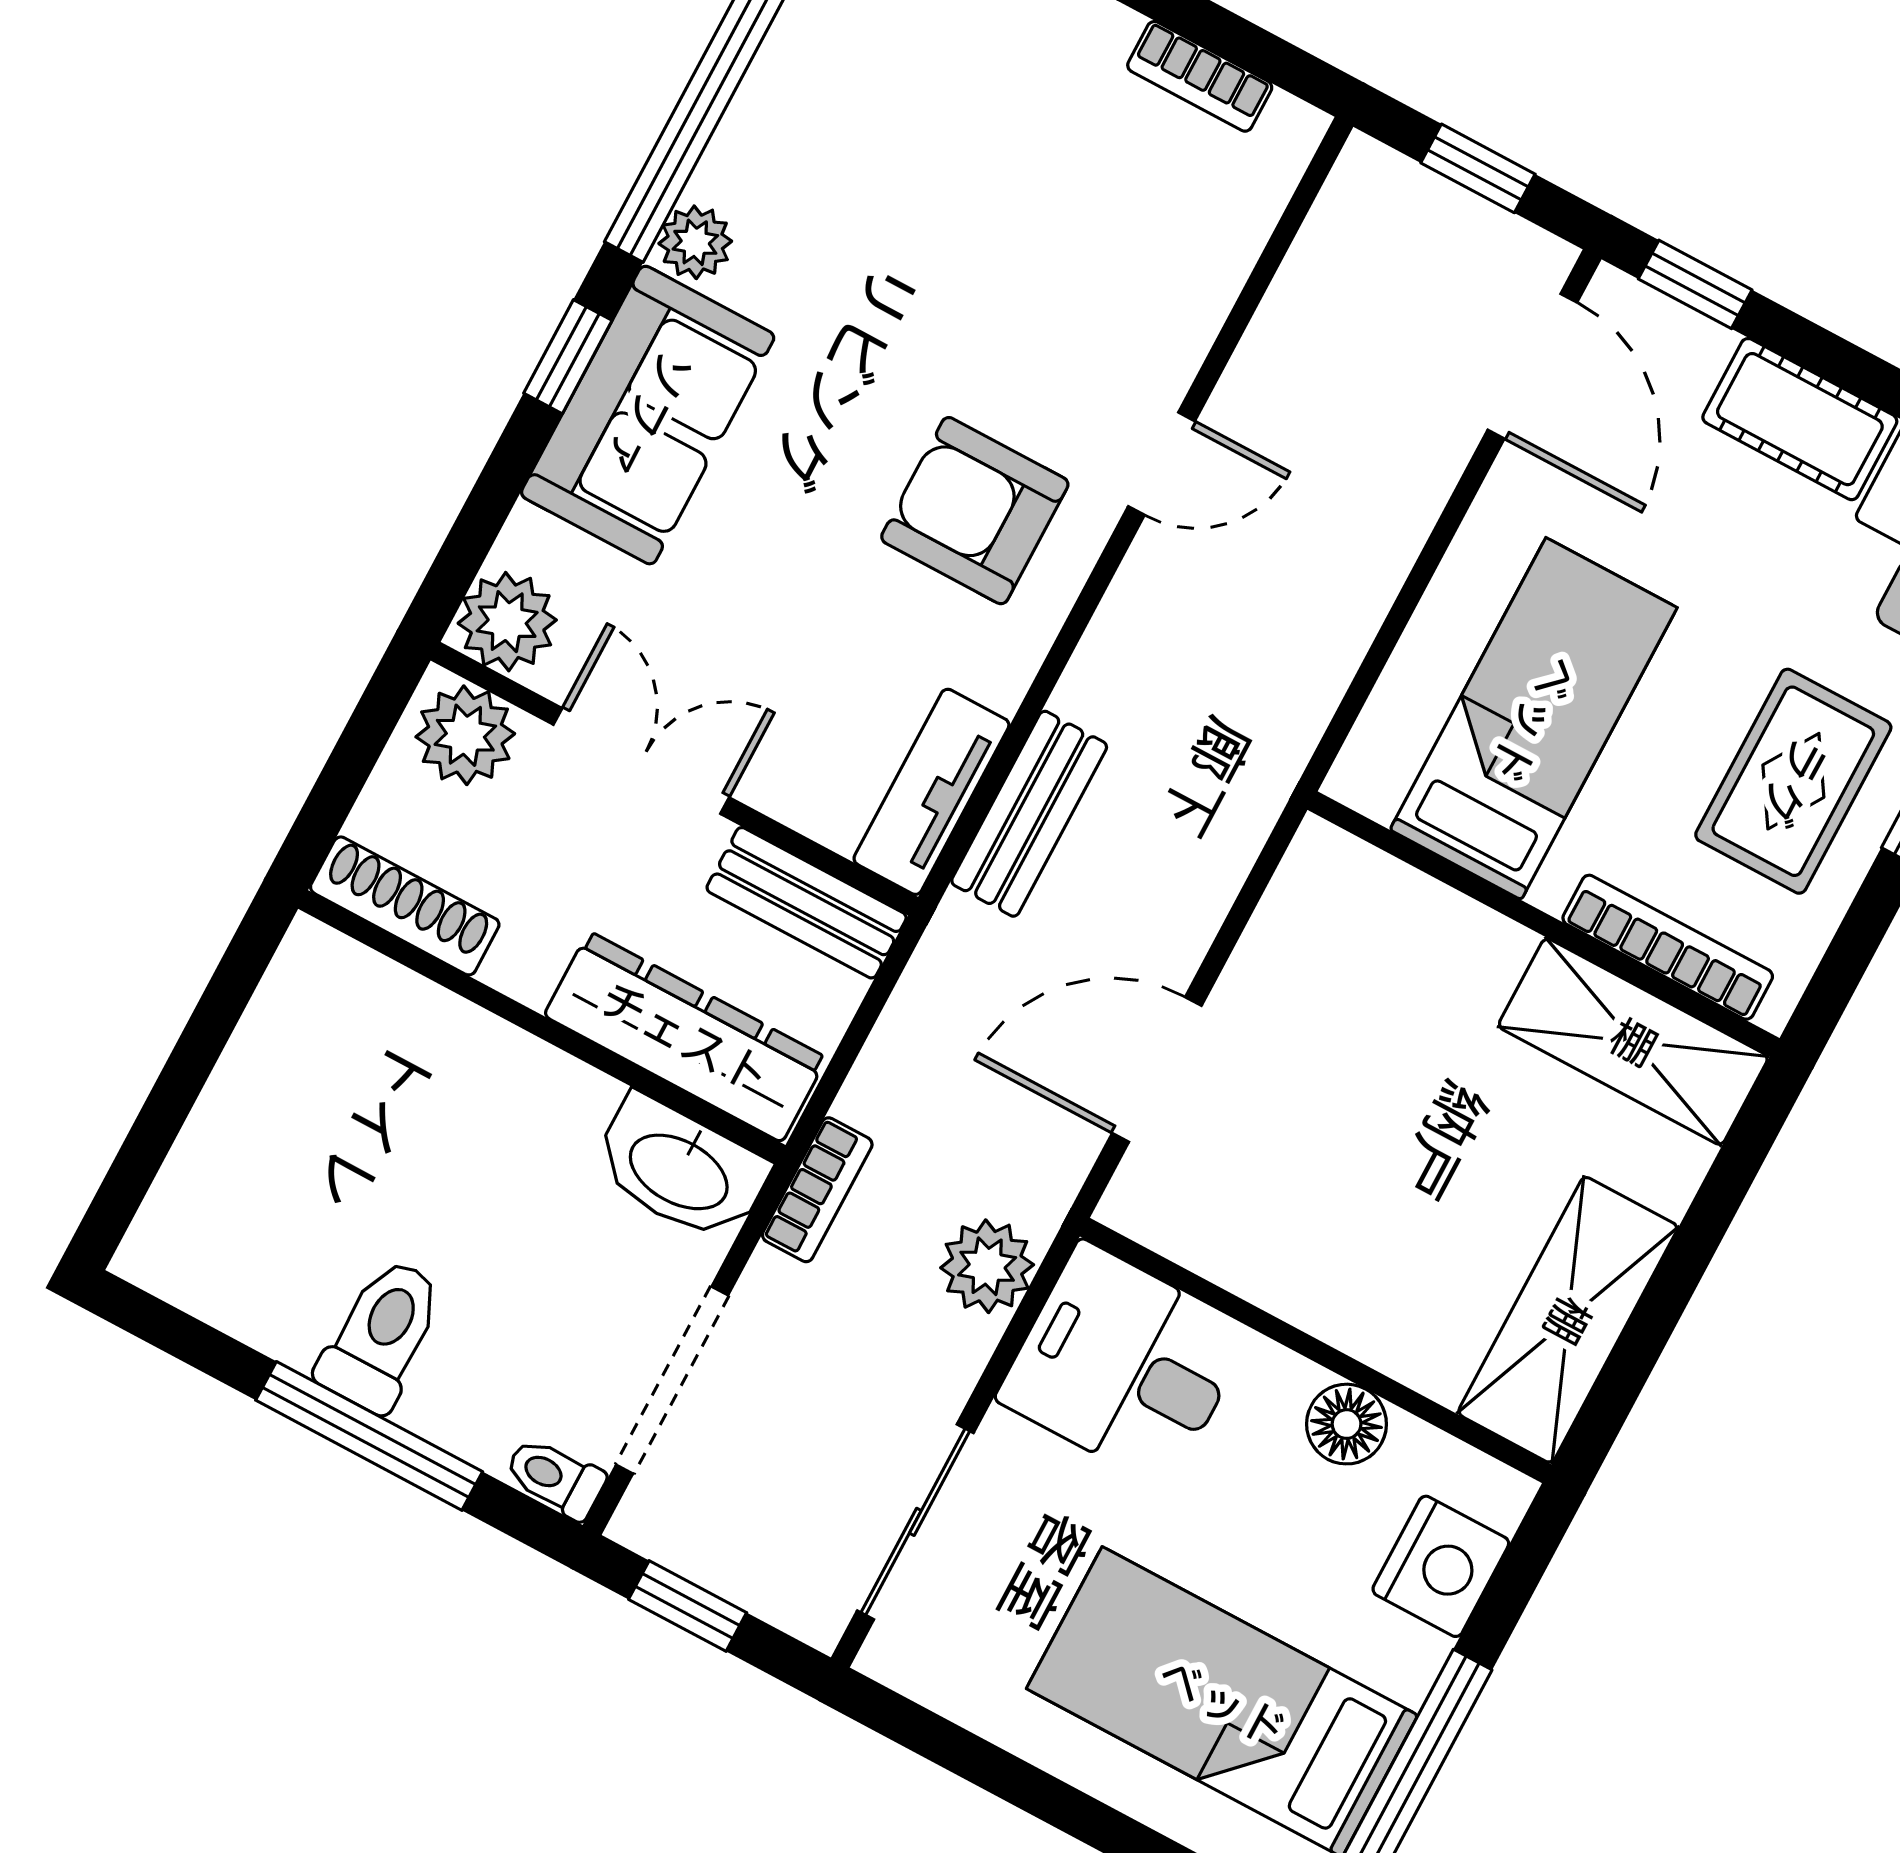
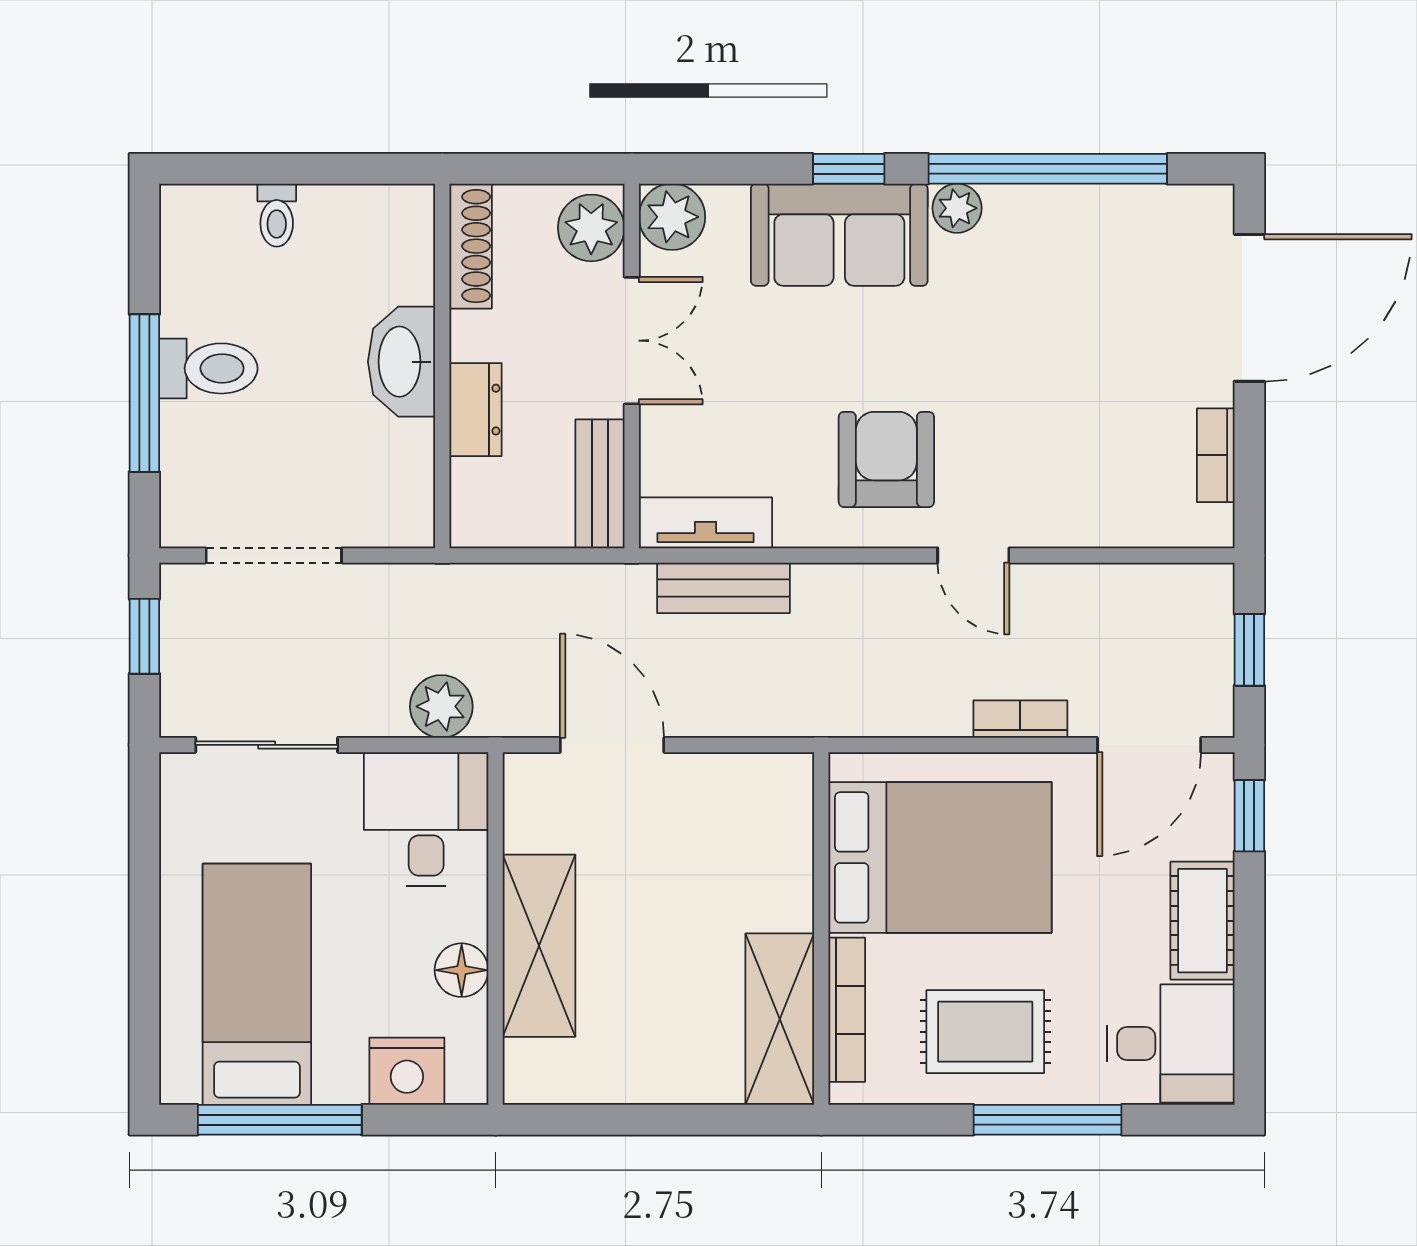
bed: (1534, 719) -> (940, 857), width x1.50
dresser: (685, 1037) -> (475, 410), width x0.51, depth x0.80
washbasin: (680, 1169) -> (401, 362), moved
bookcase: (817, 1190) -> (1020, 719), moved, turned 180
shelving: (1568, 1320) -> (539, 946), moved, turned 90
toilet: (555, 1478) -> (277, 215), moved, turned 180

